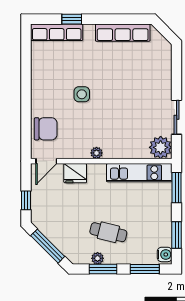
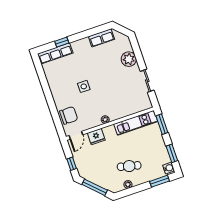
row of seats: (123, 33) -> (101, 38), width x0.68
plant: (161, 147) -> (129, 59), moved
window: (103, 269) -> (134, 190), removed

